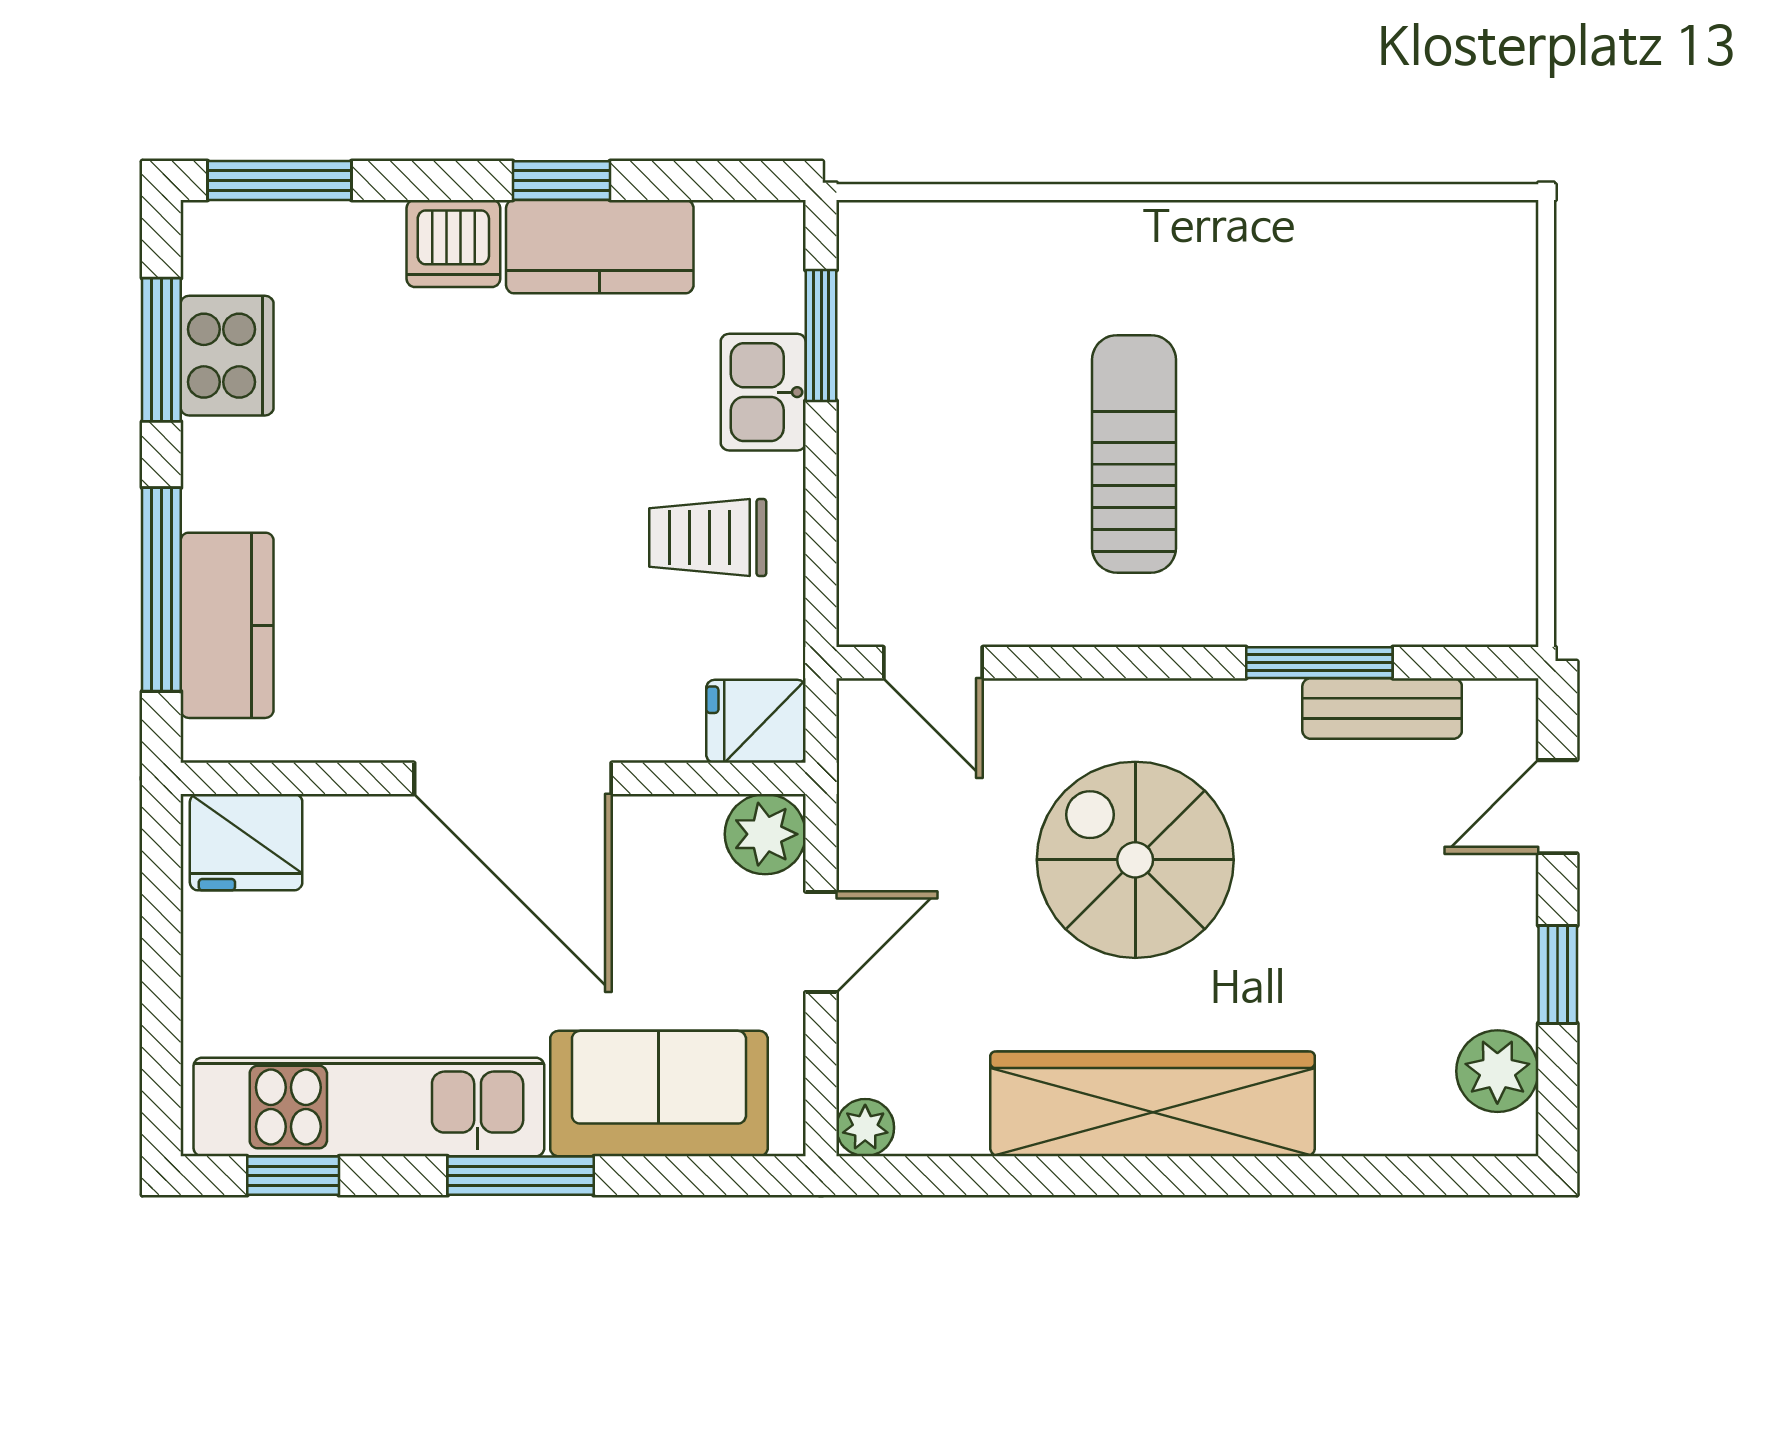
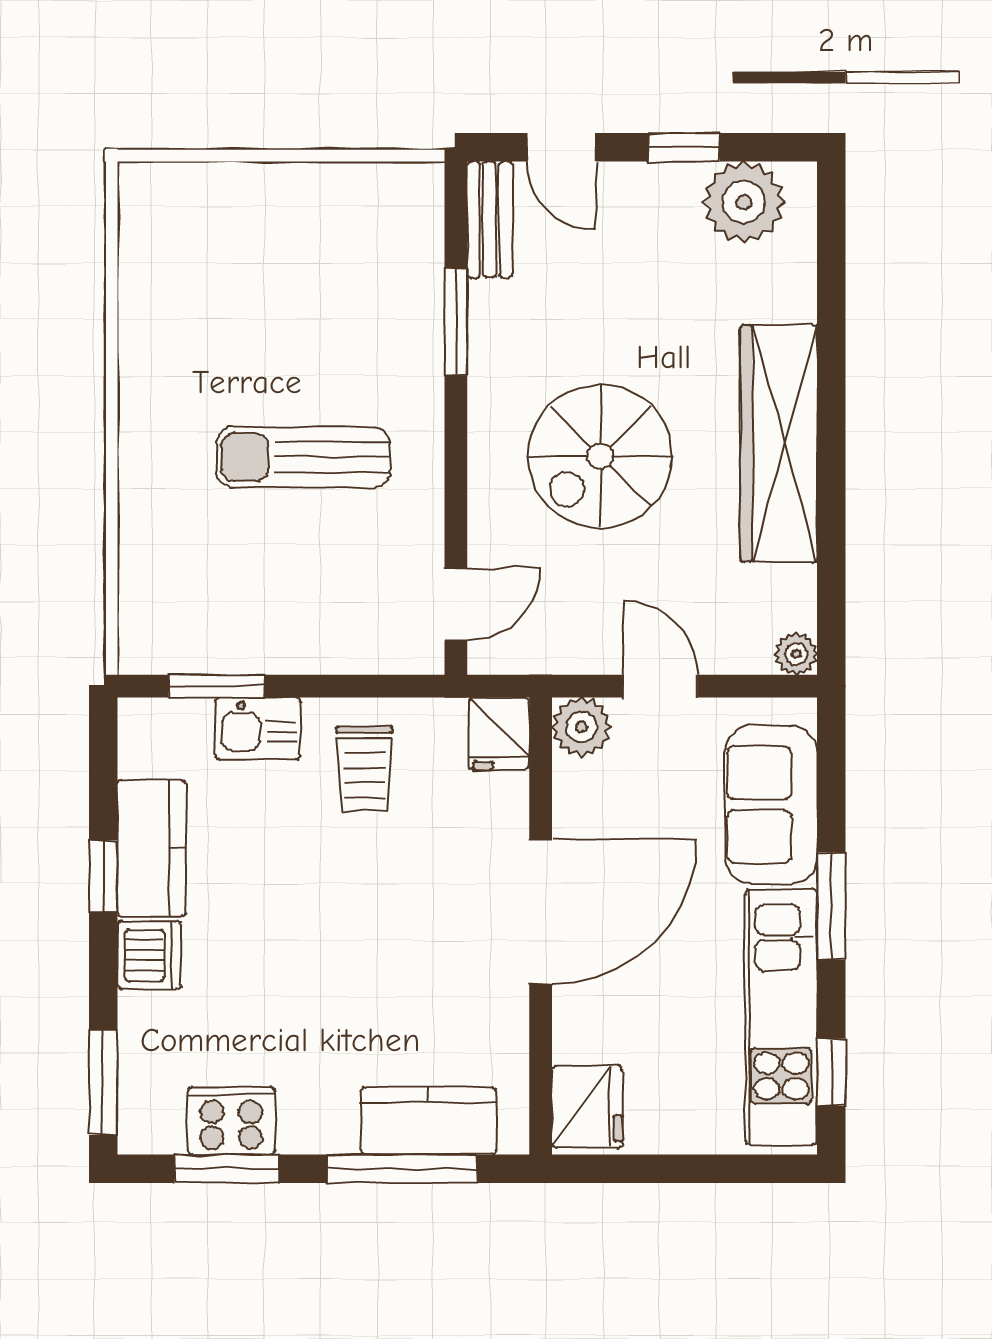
bench: (1382, 708) -> (489, 220), moved
plant: (1497, 1071) -> (744, 202), width x1.36, depth x1.36

